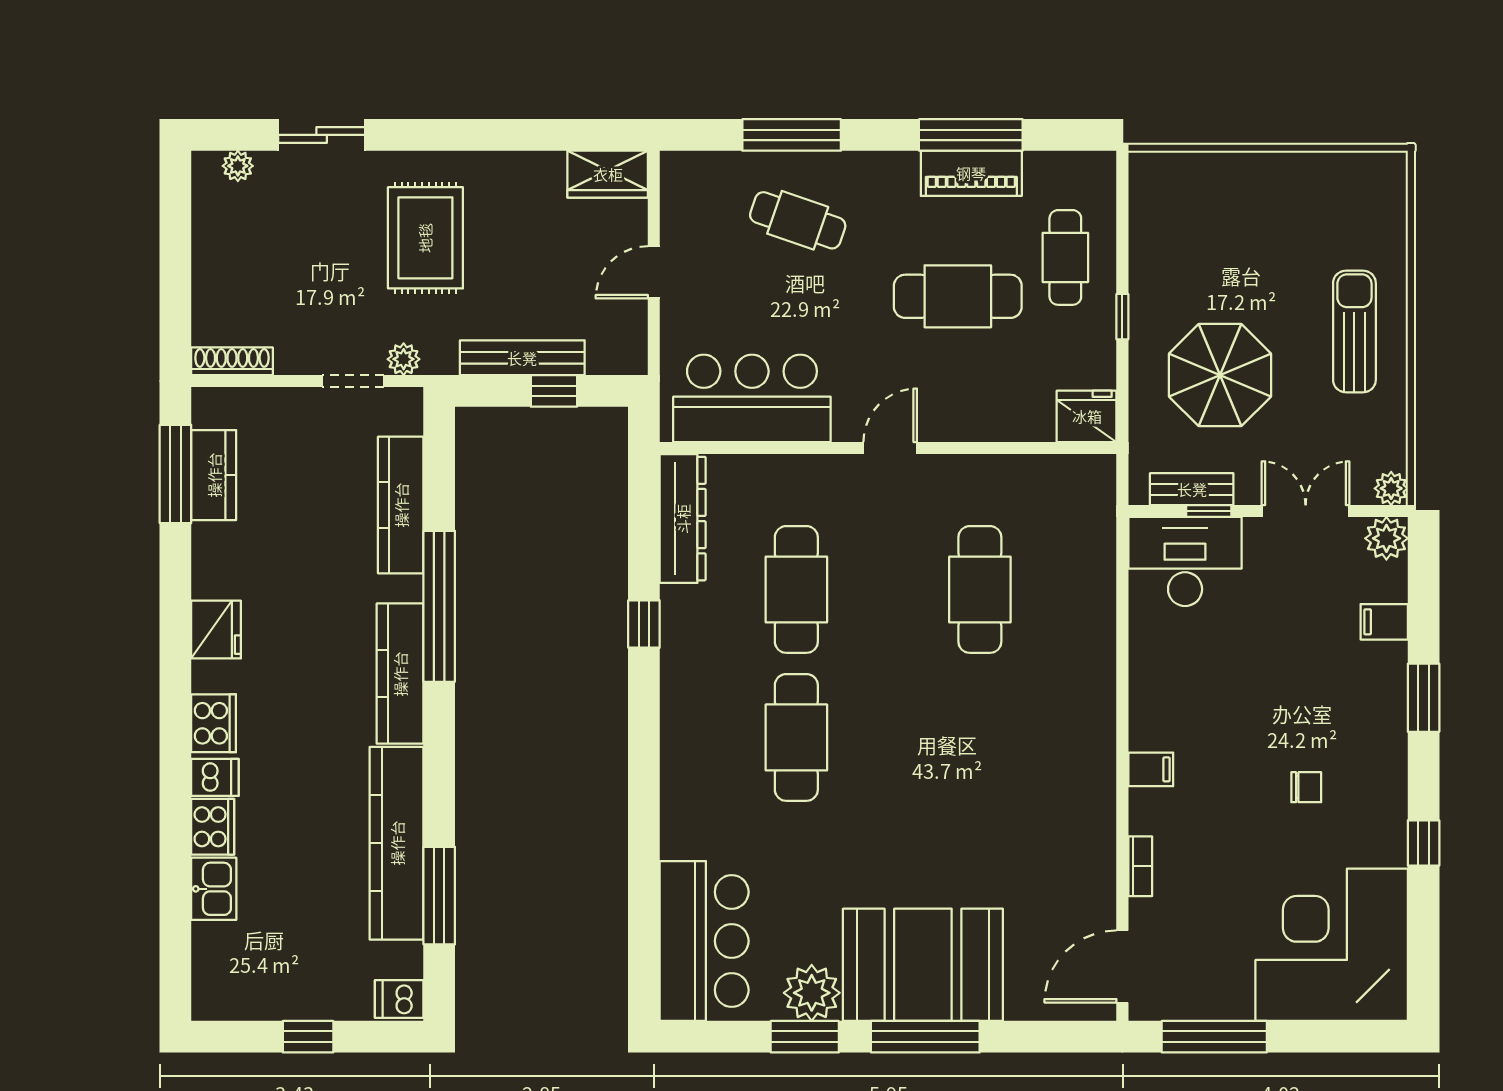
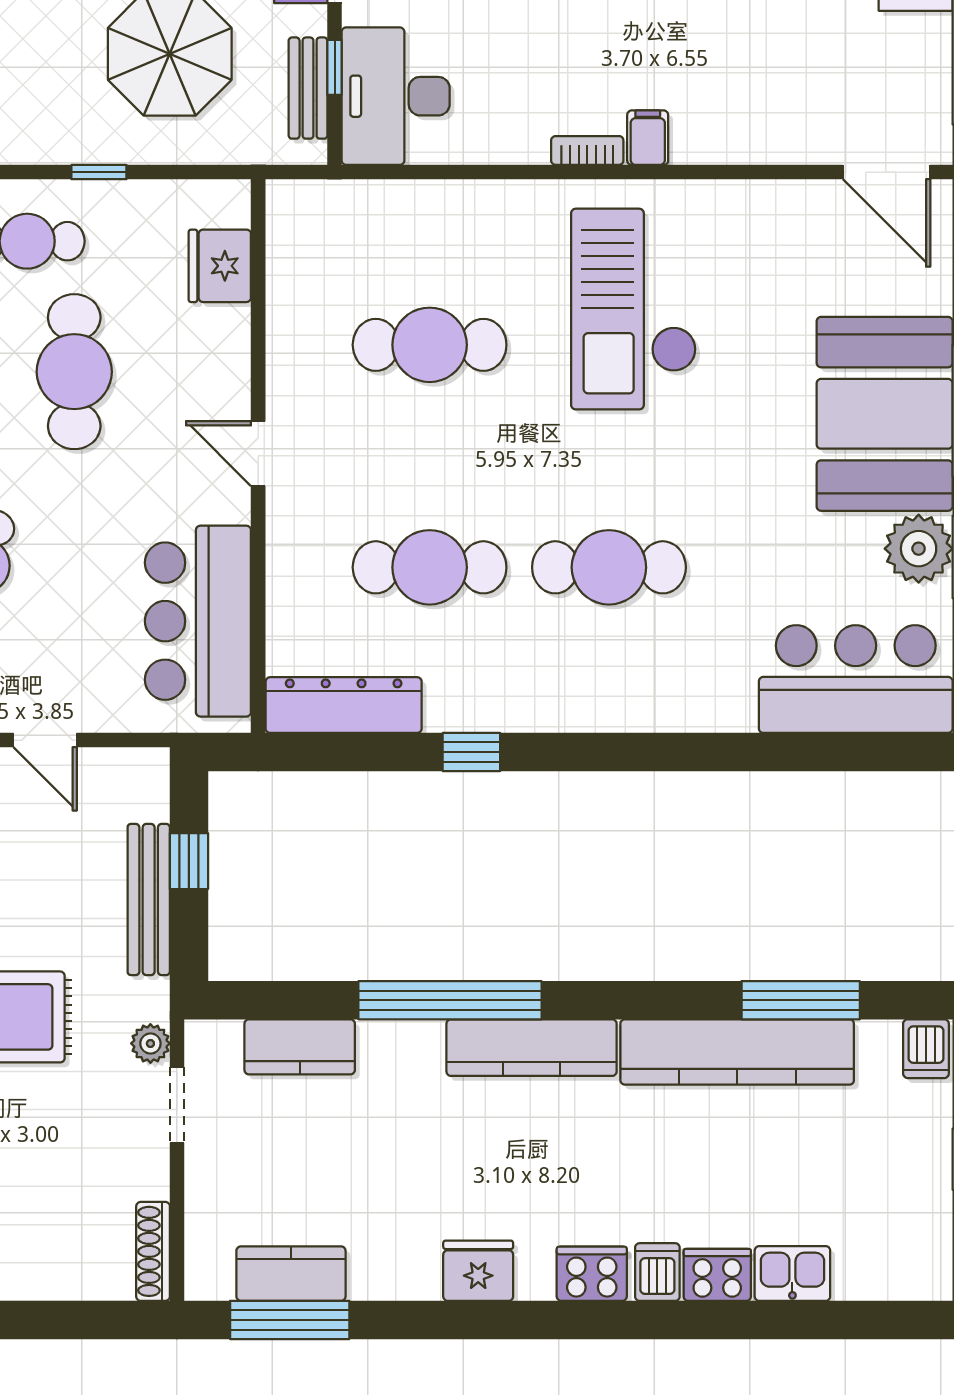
fridge: (1087, 416) -> (220, 266), moved
kitchen counter: (401, 505) -> (300, 1047), width x0.67
checkout: (1009, 758) -> (634, 309), added
bookcase: (1140, 866) -> (587, 150), moved

